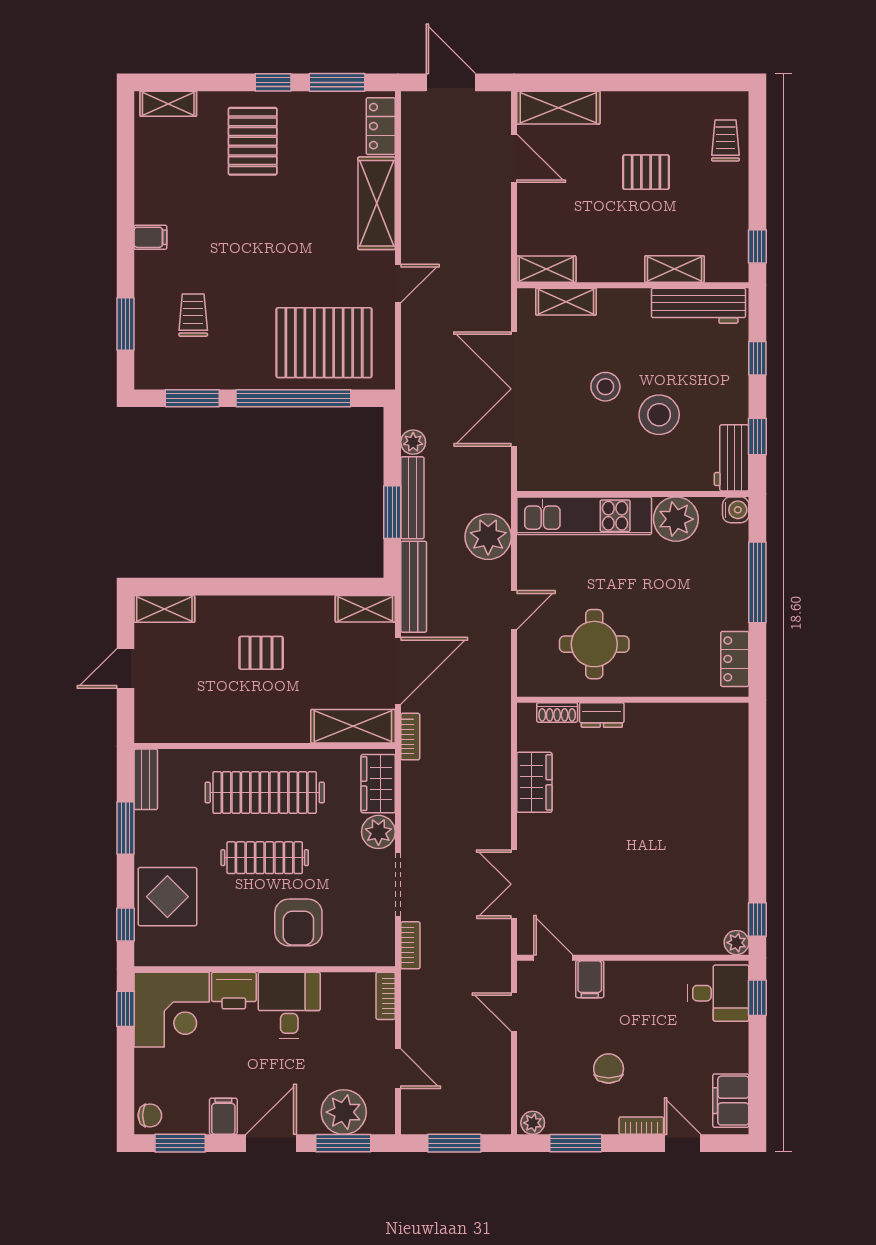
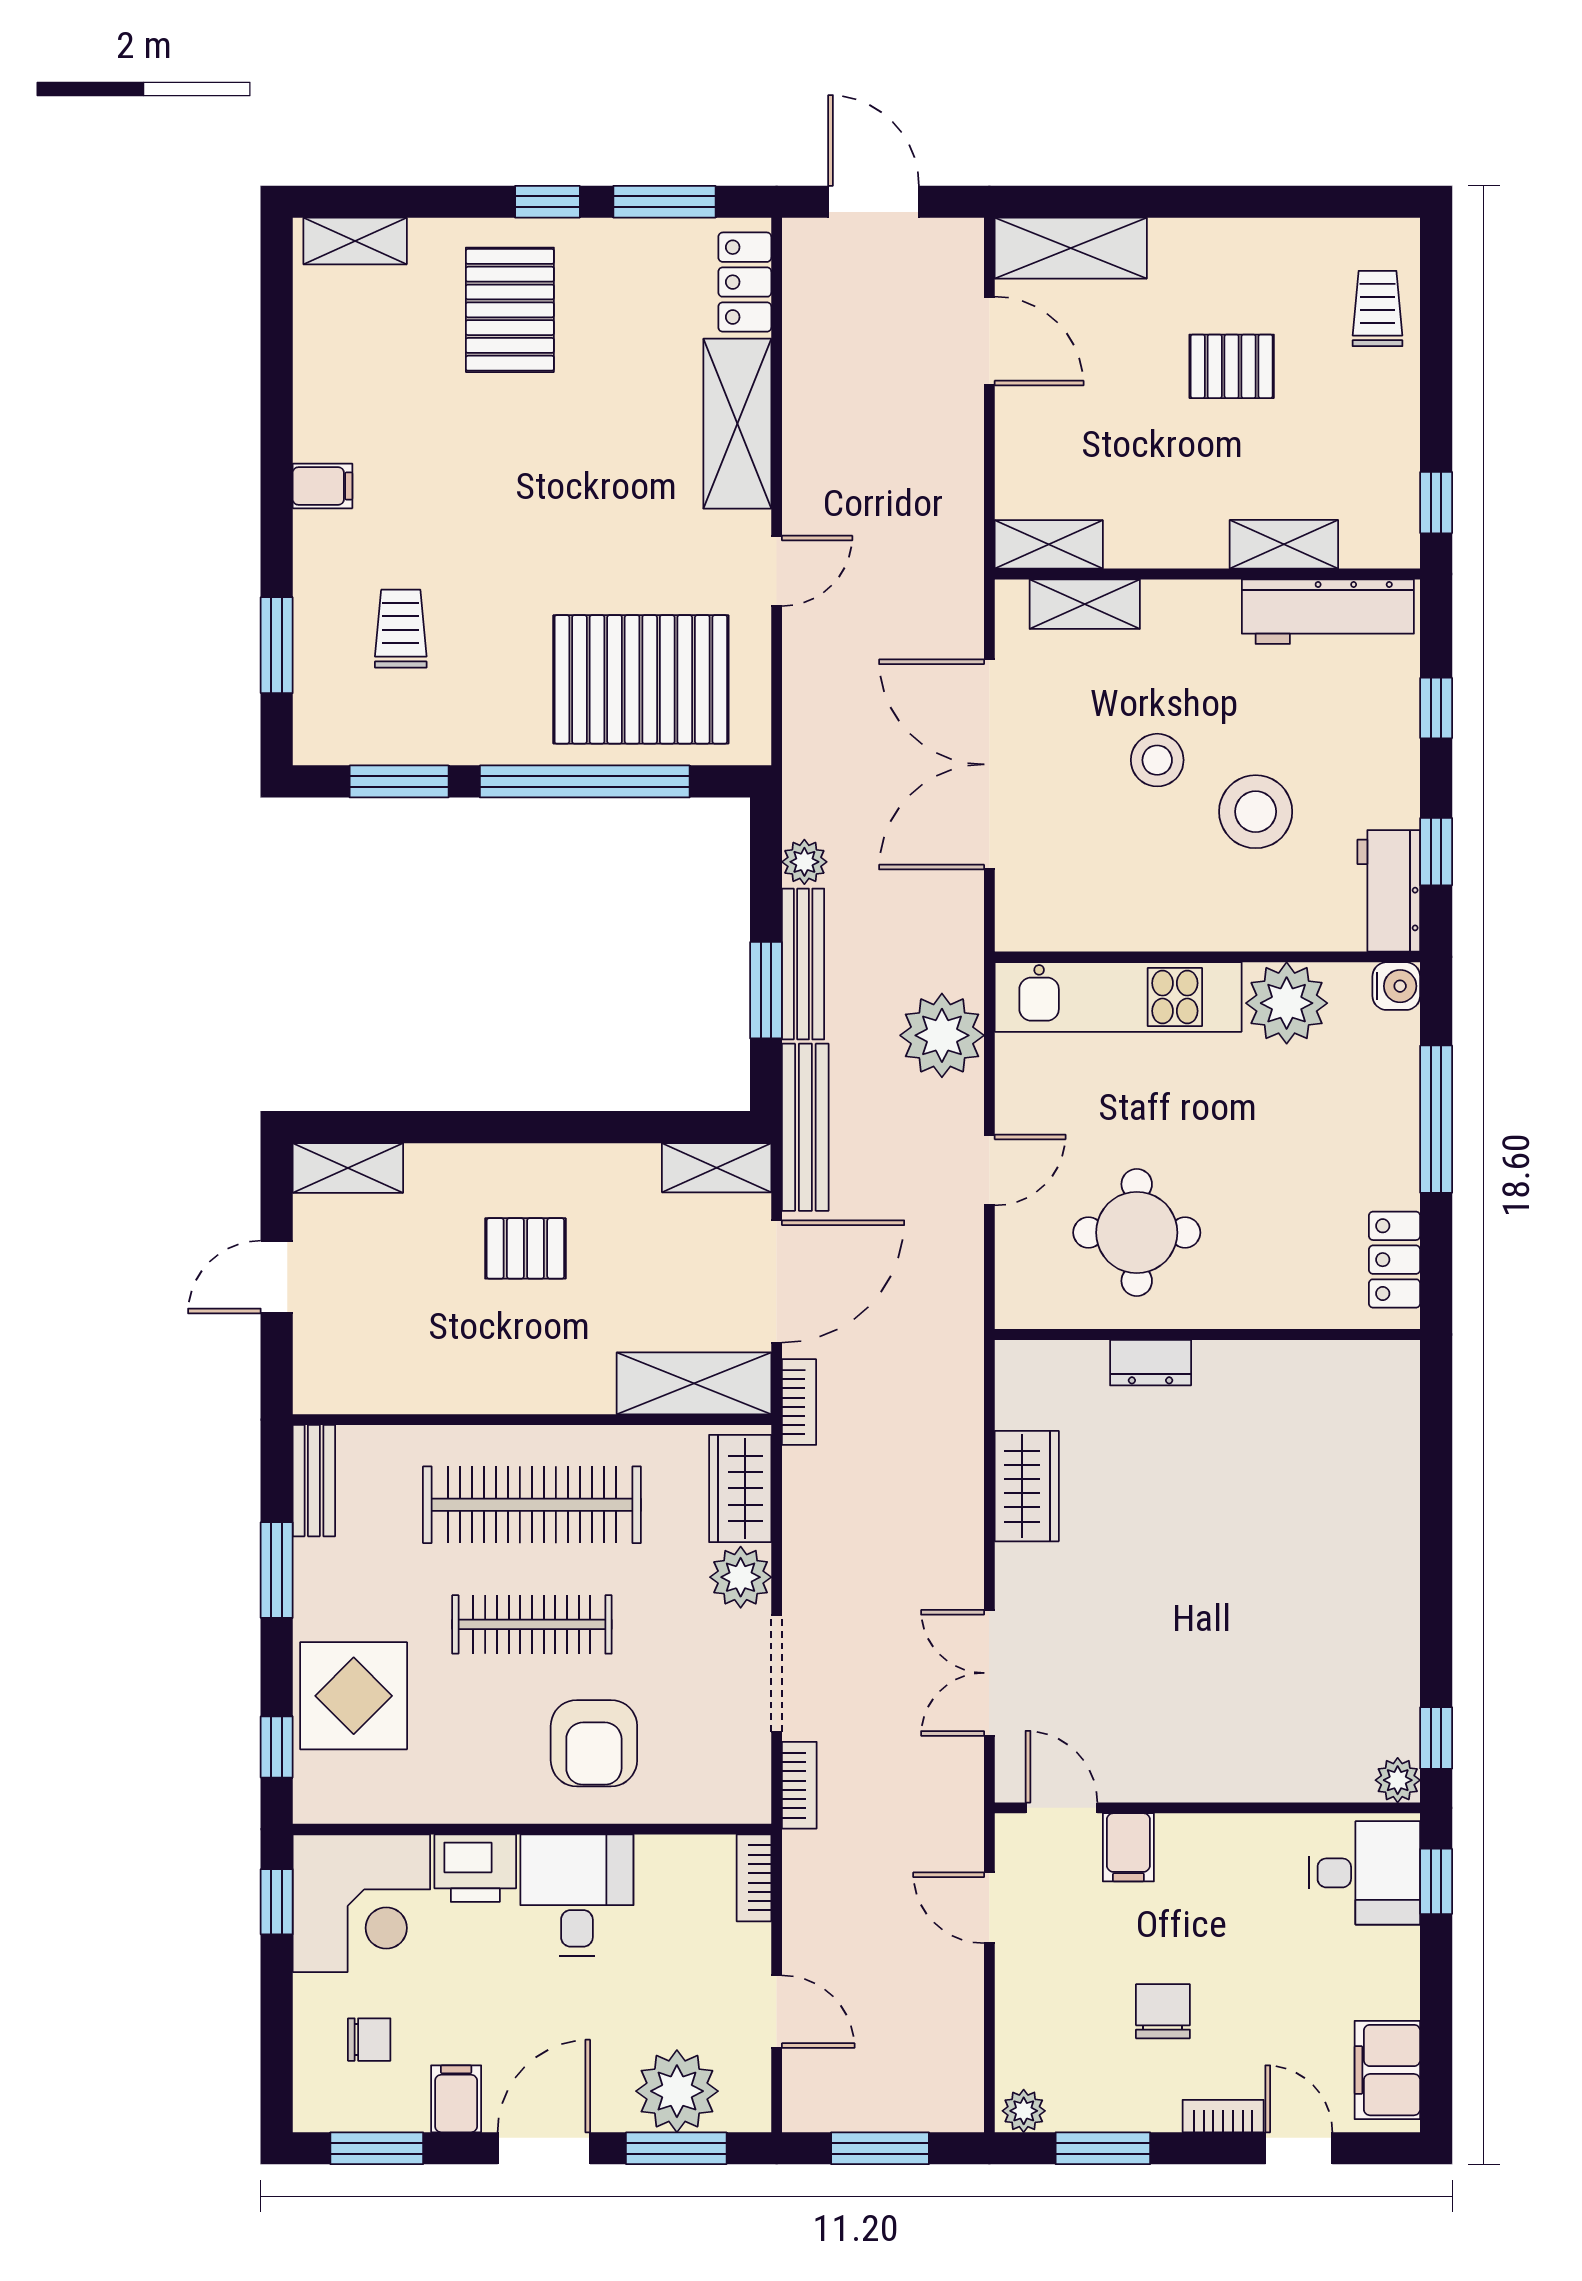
shoe rack: (557, 712) -> (1069, 1358), removed
chair: (150, 1115) -> (369, 2040), moved

